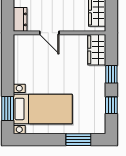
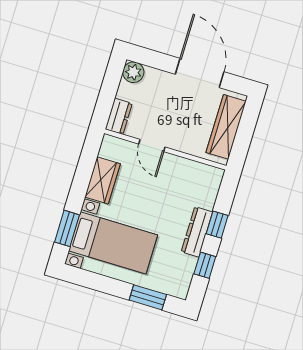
wardrobe: (97, 50) -> (103, 180), moved, turned 180
dresser: (99, 84) -> (197, 232), added

